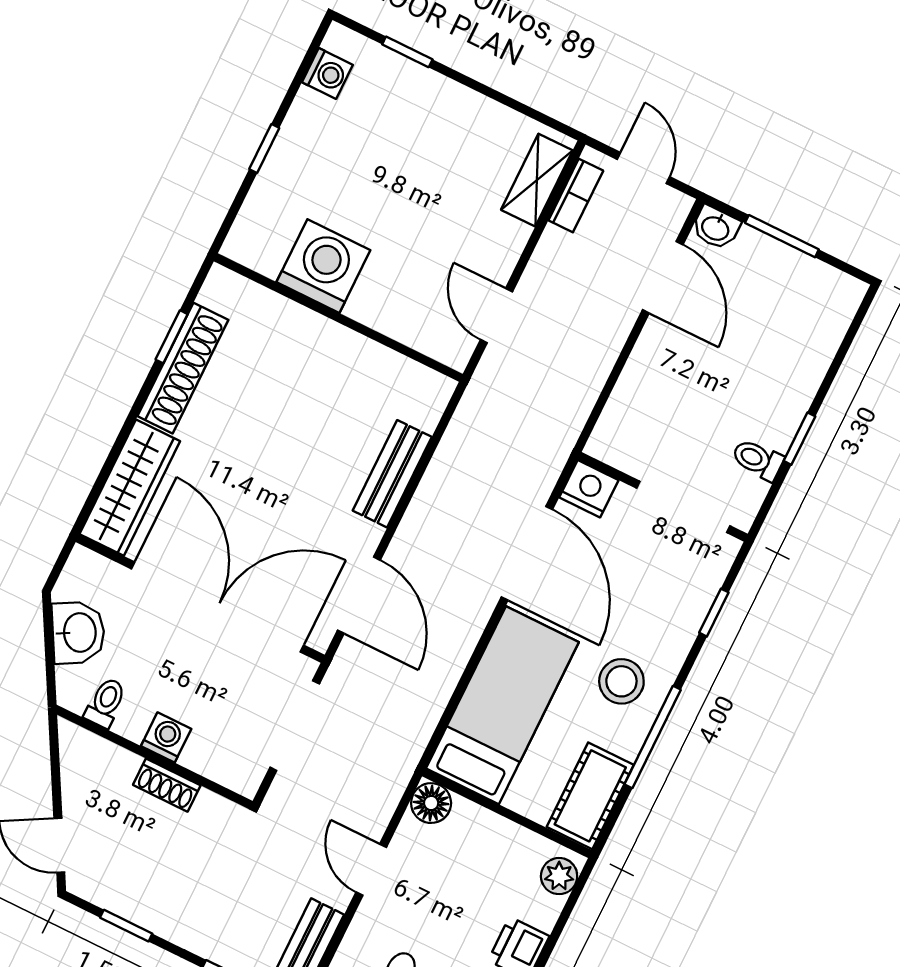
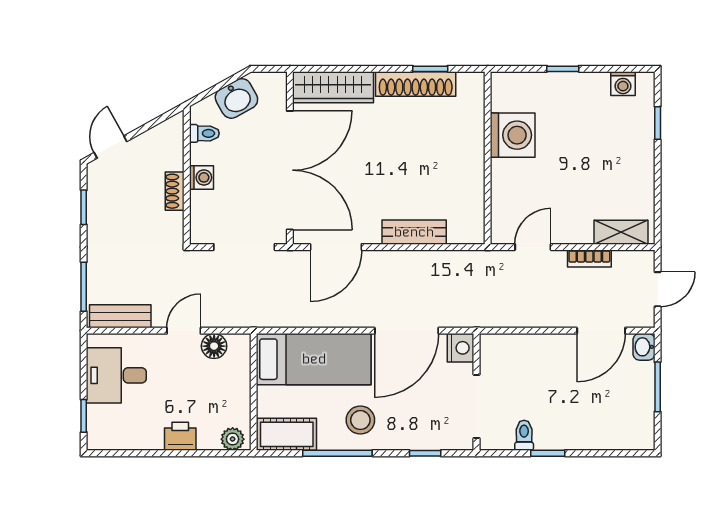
bookcase: (576, 196) -> (589, 259), moved
floor lamp: (431, 803) -> (214, 346), moved

